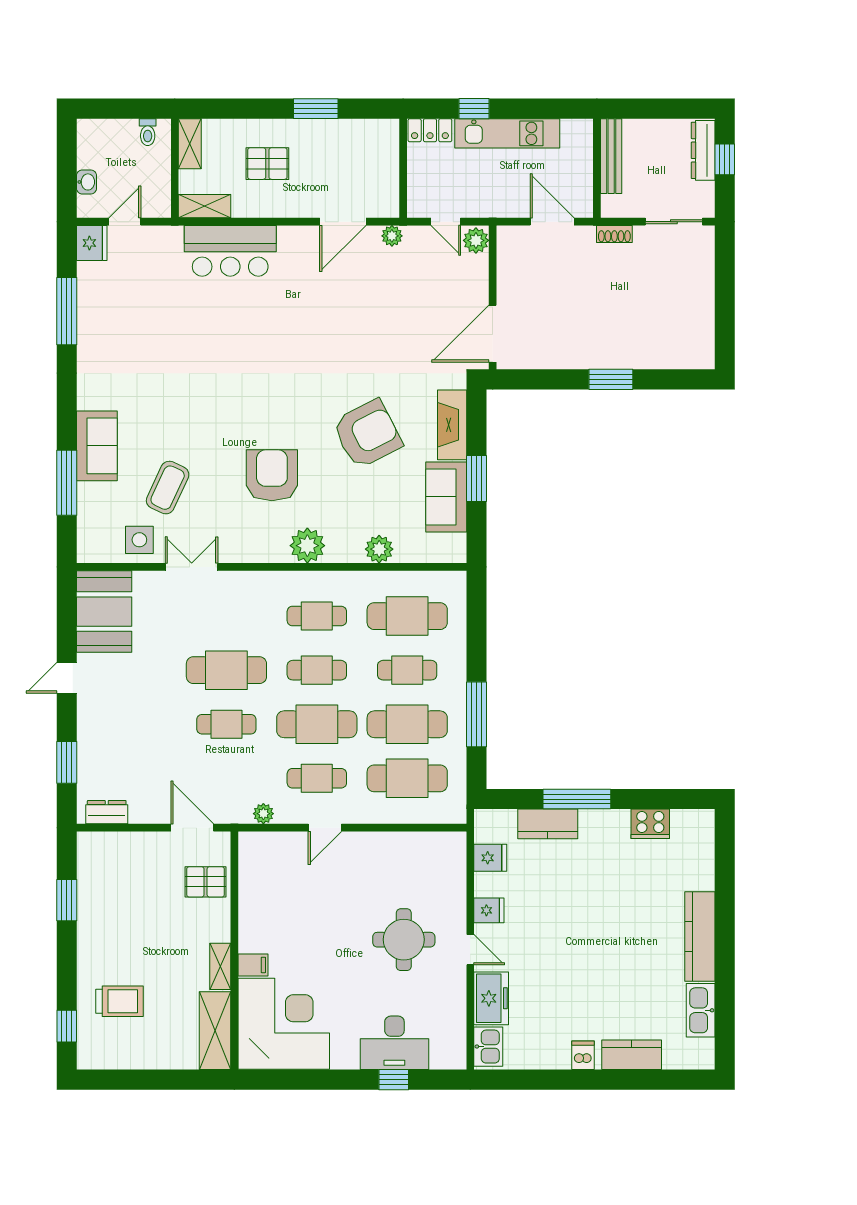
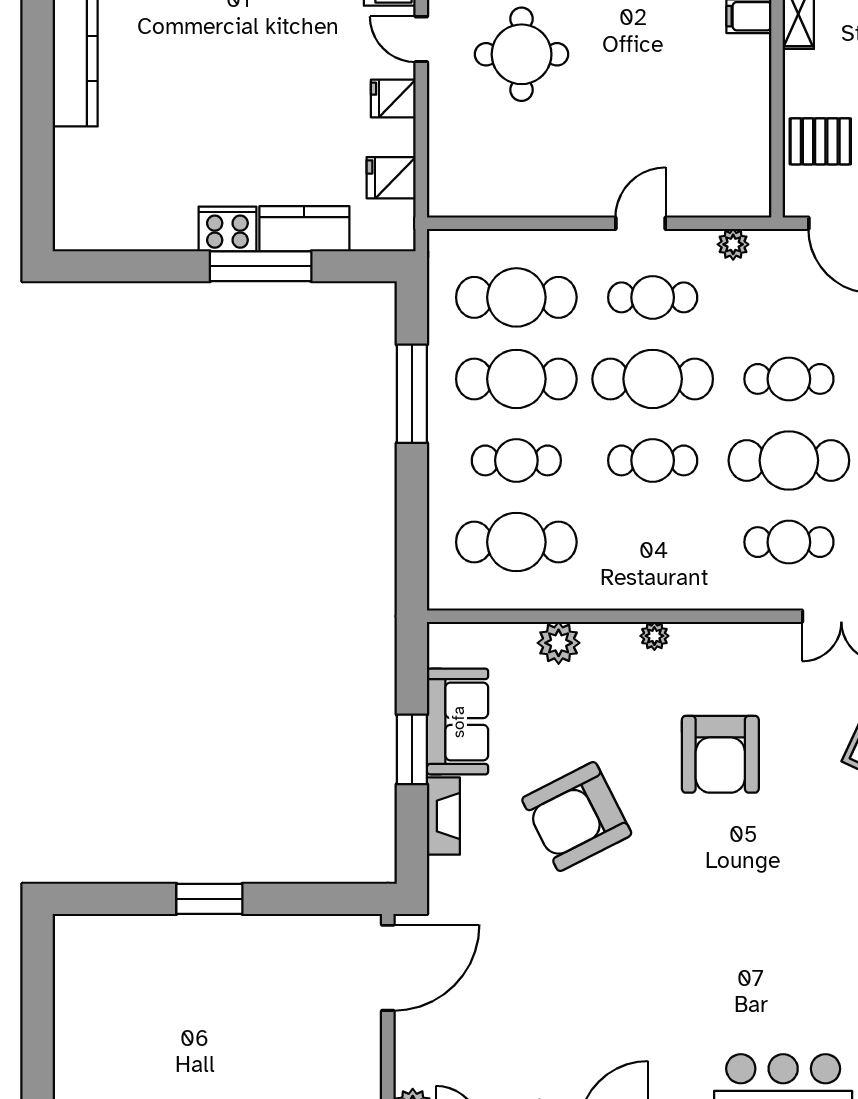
fireplace: (452, 425) -> (443, 816), width x0.73, depth x0.76
plant: (307, 546) -> (654, 636), width x0.53, depth x0.53
cafe table: (317, 616) -> (789, 542), moved
cooker: (650, 824) -> (227, 229), moved

